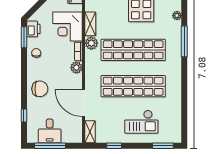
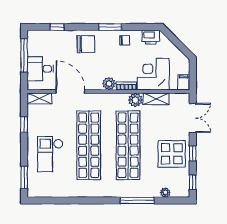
window: (24, 37) -> (110, 27), moved
chair: (40, 89) -> (86, 44), turned -90
door: (84, 103) -> (70, 92), hinge flipped
desk: (50, 131) -> (40, 69), moved

